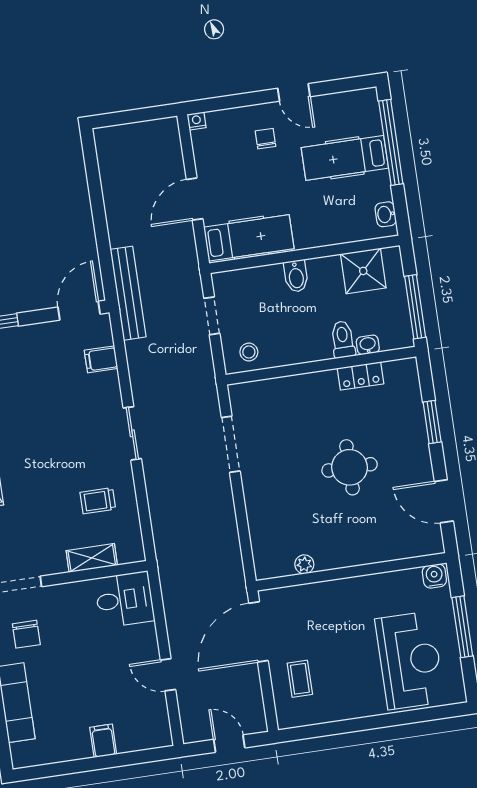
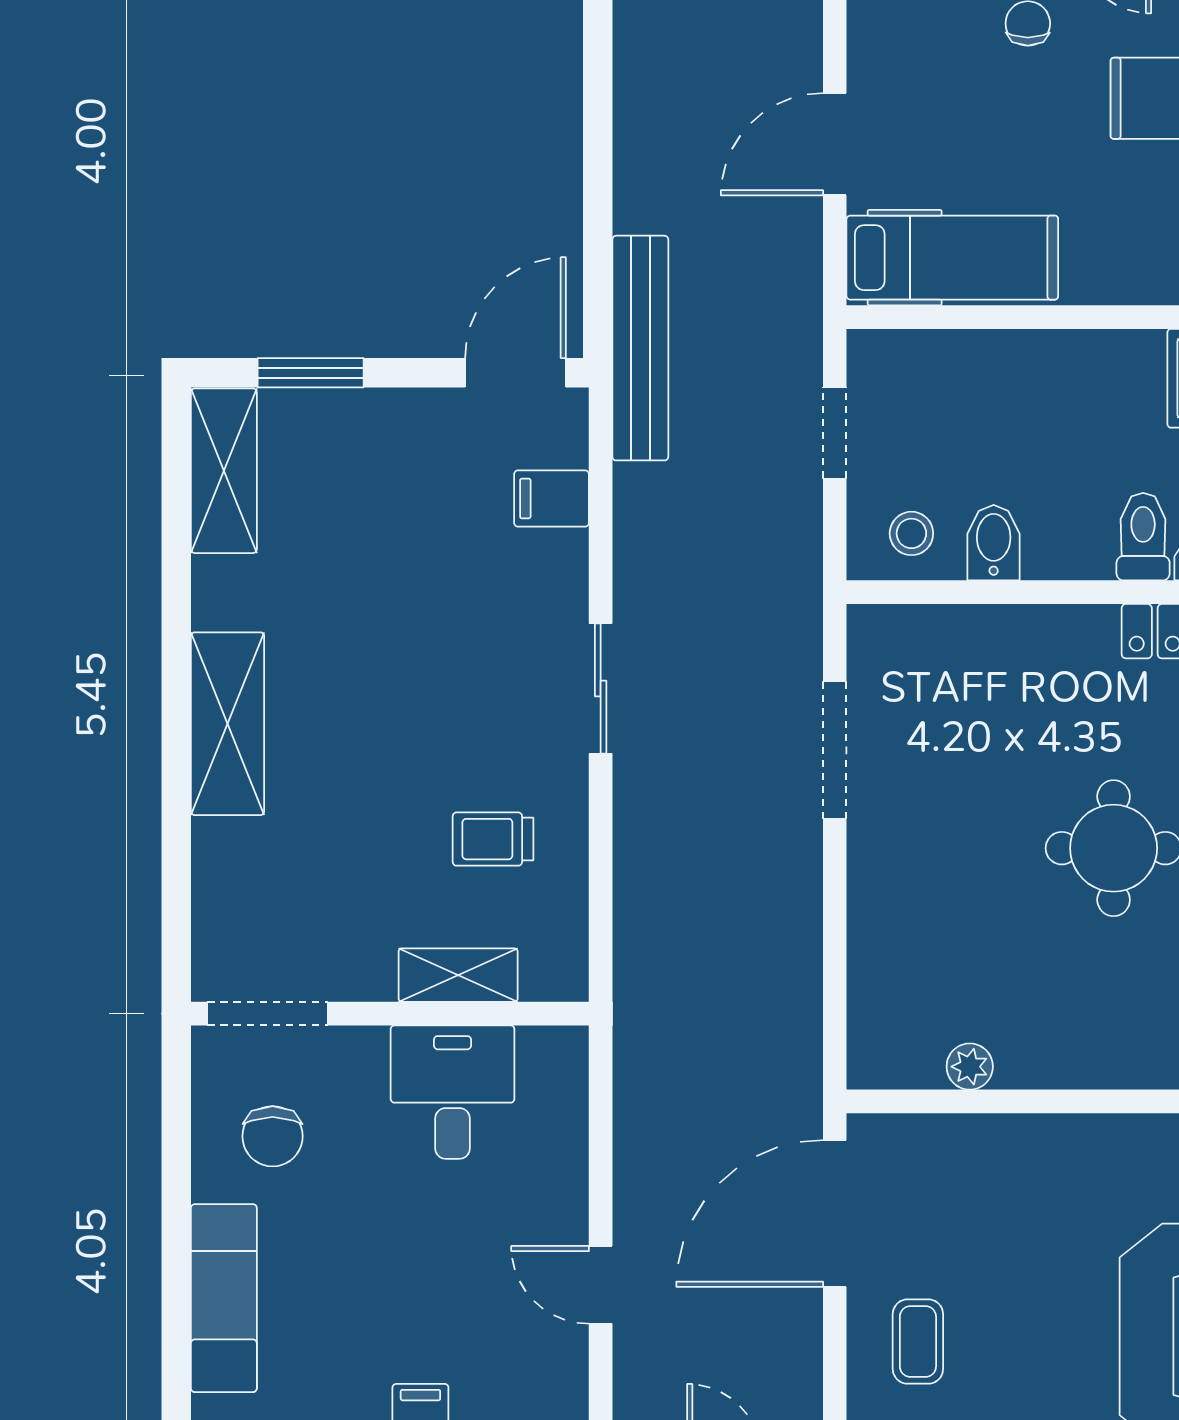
bidet: (296, 276) -> (994, 543), moved, turned 180
desk: (124, 599) -> (453, 1092), moved, turned -90

